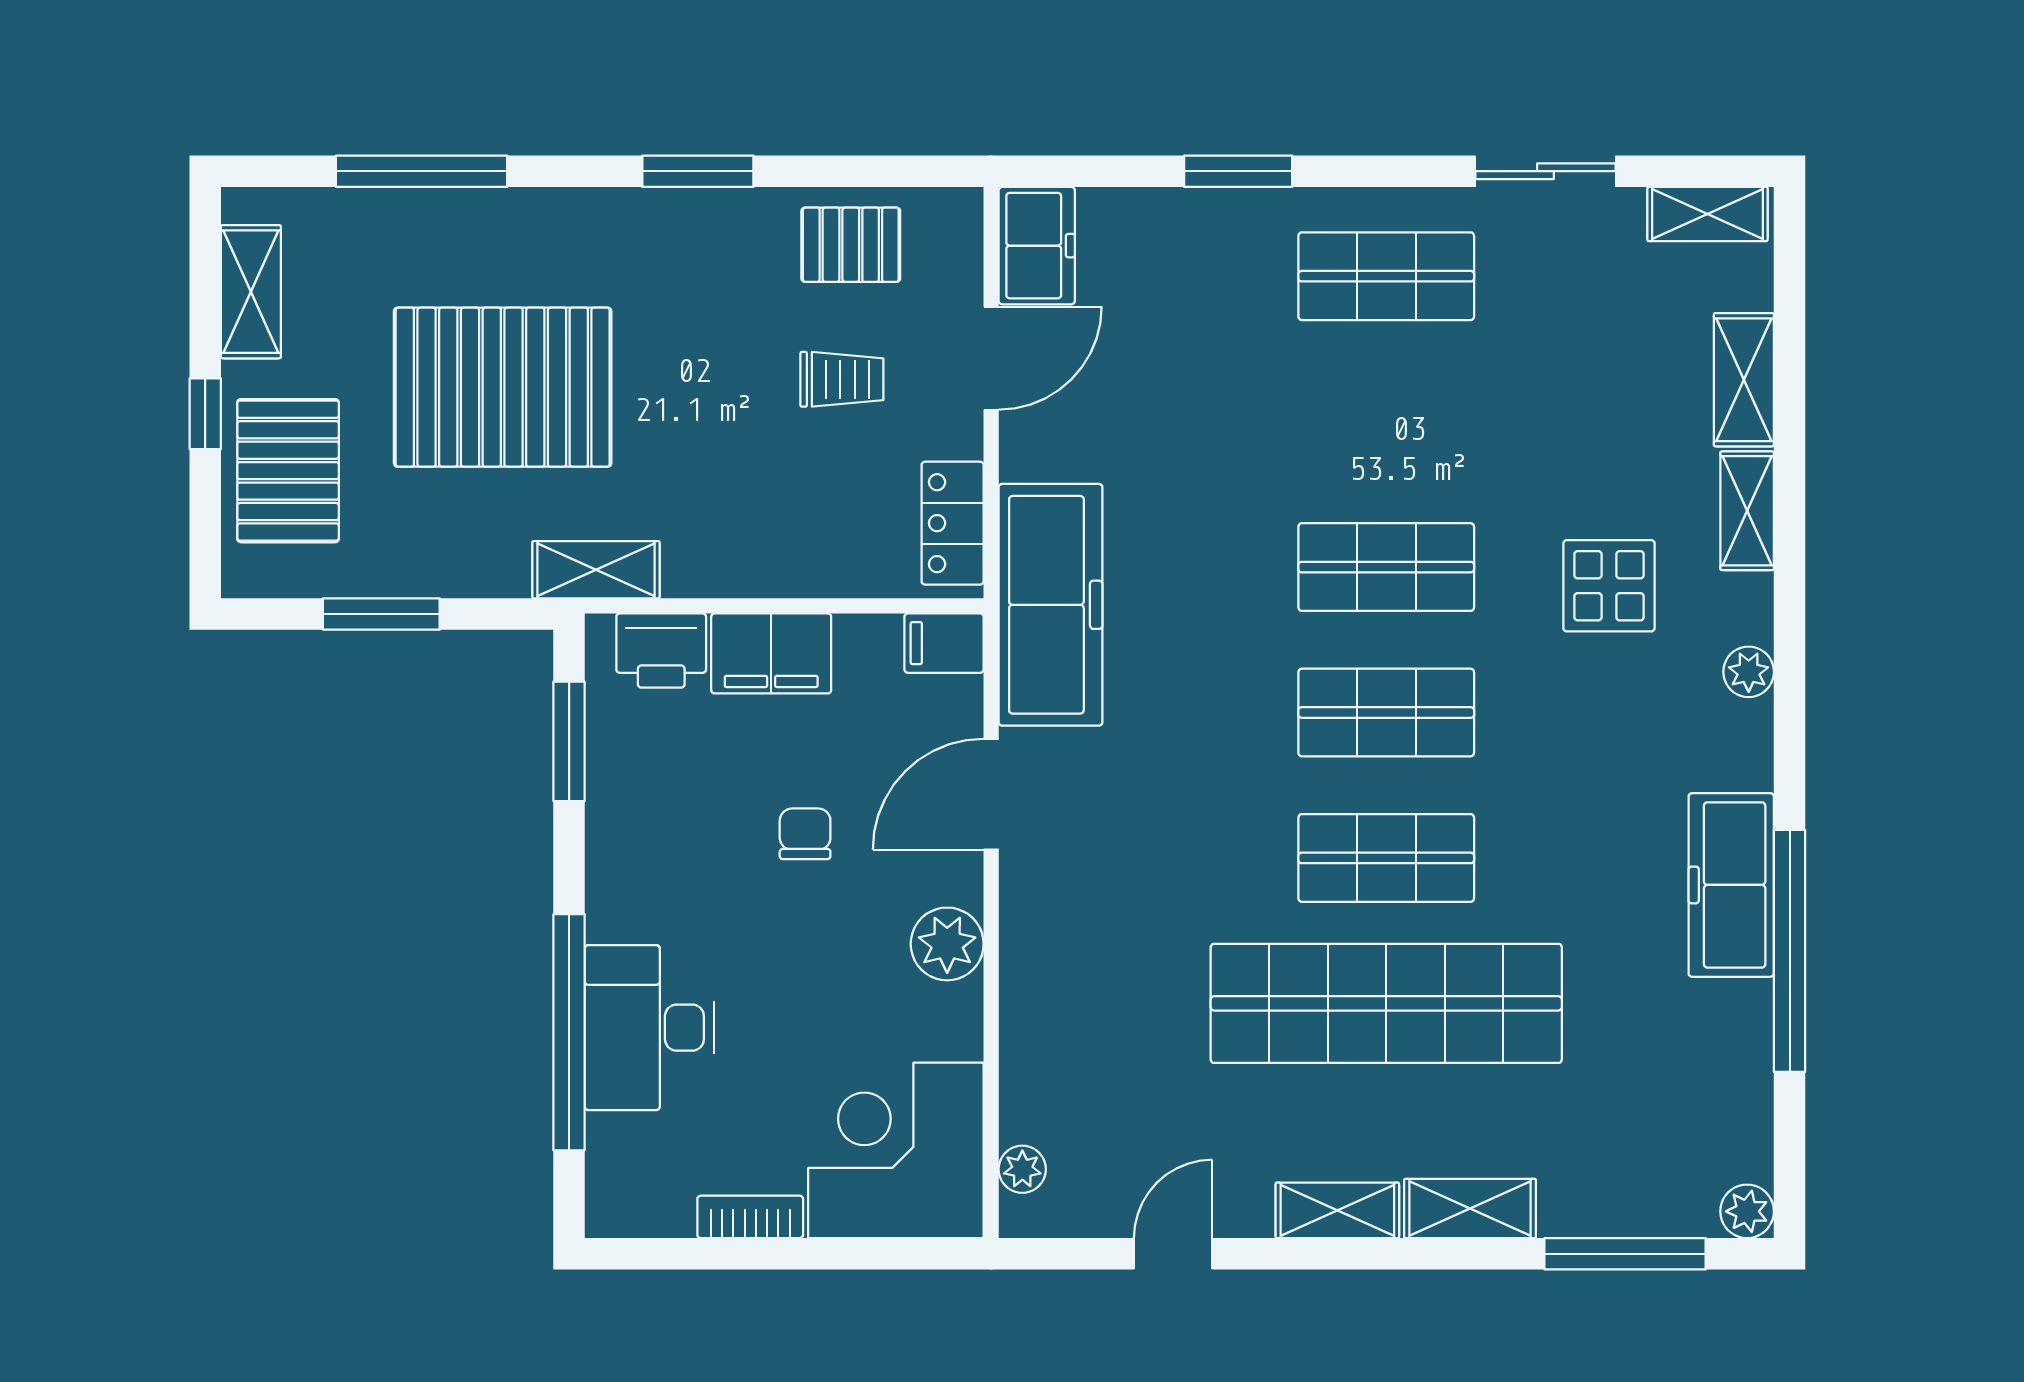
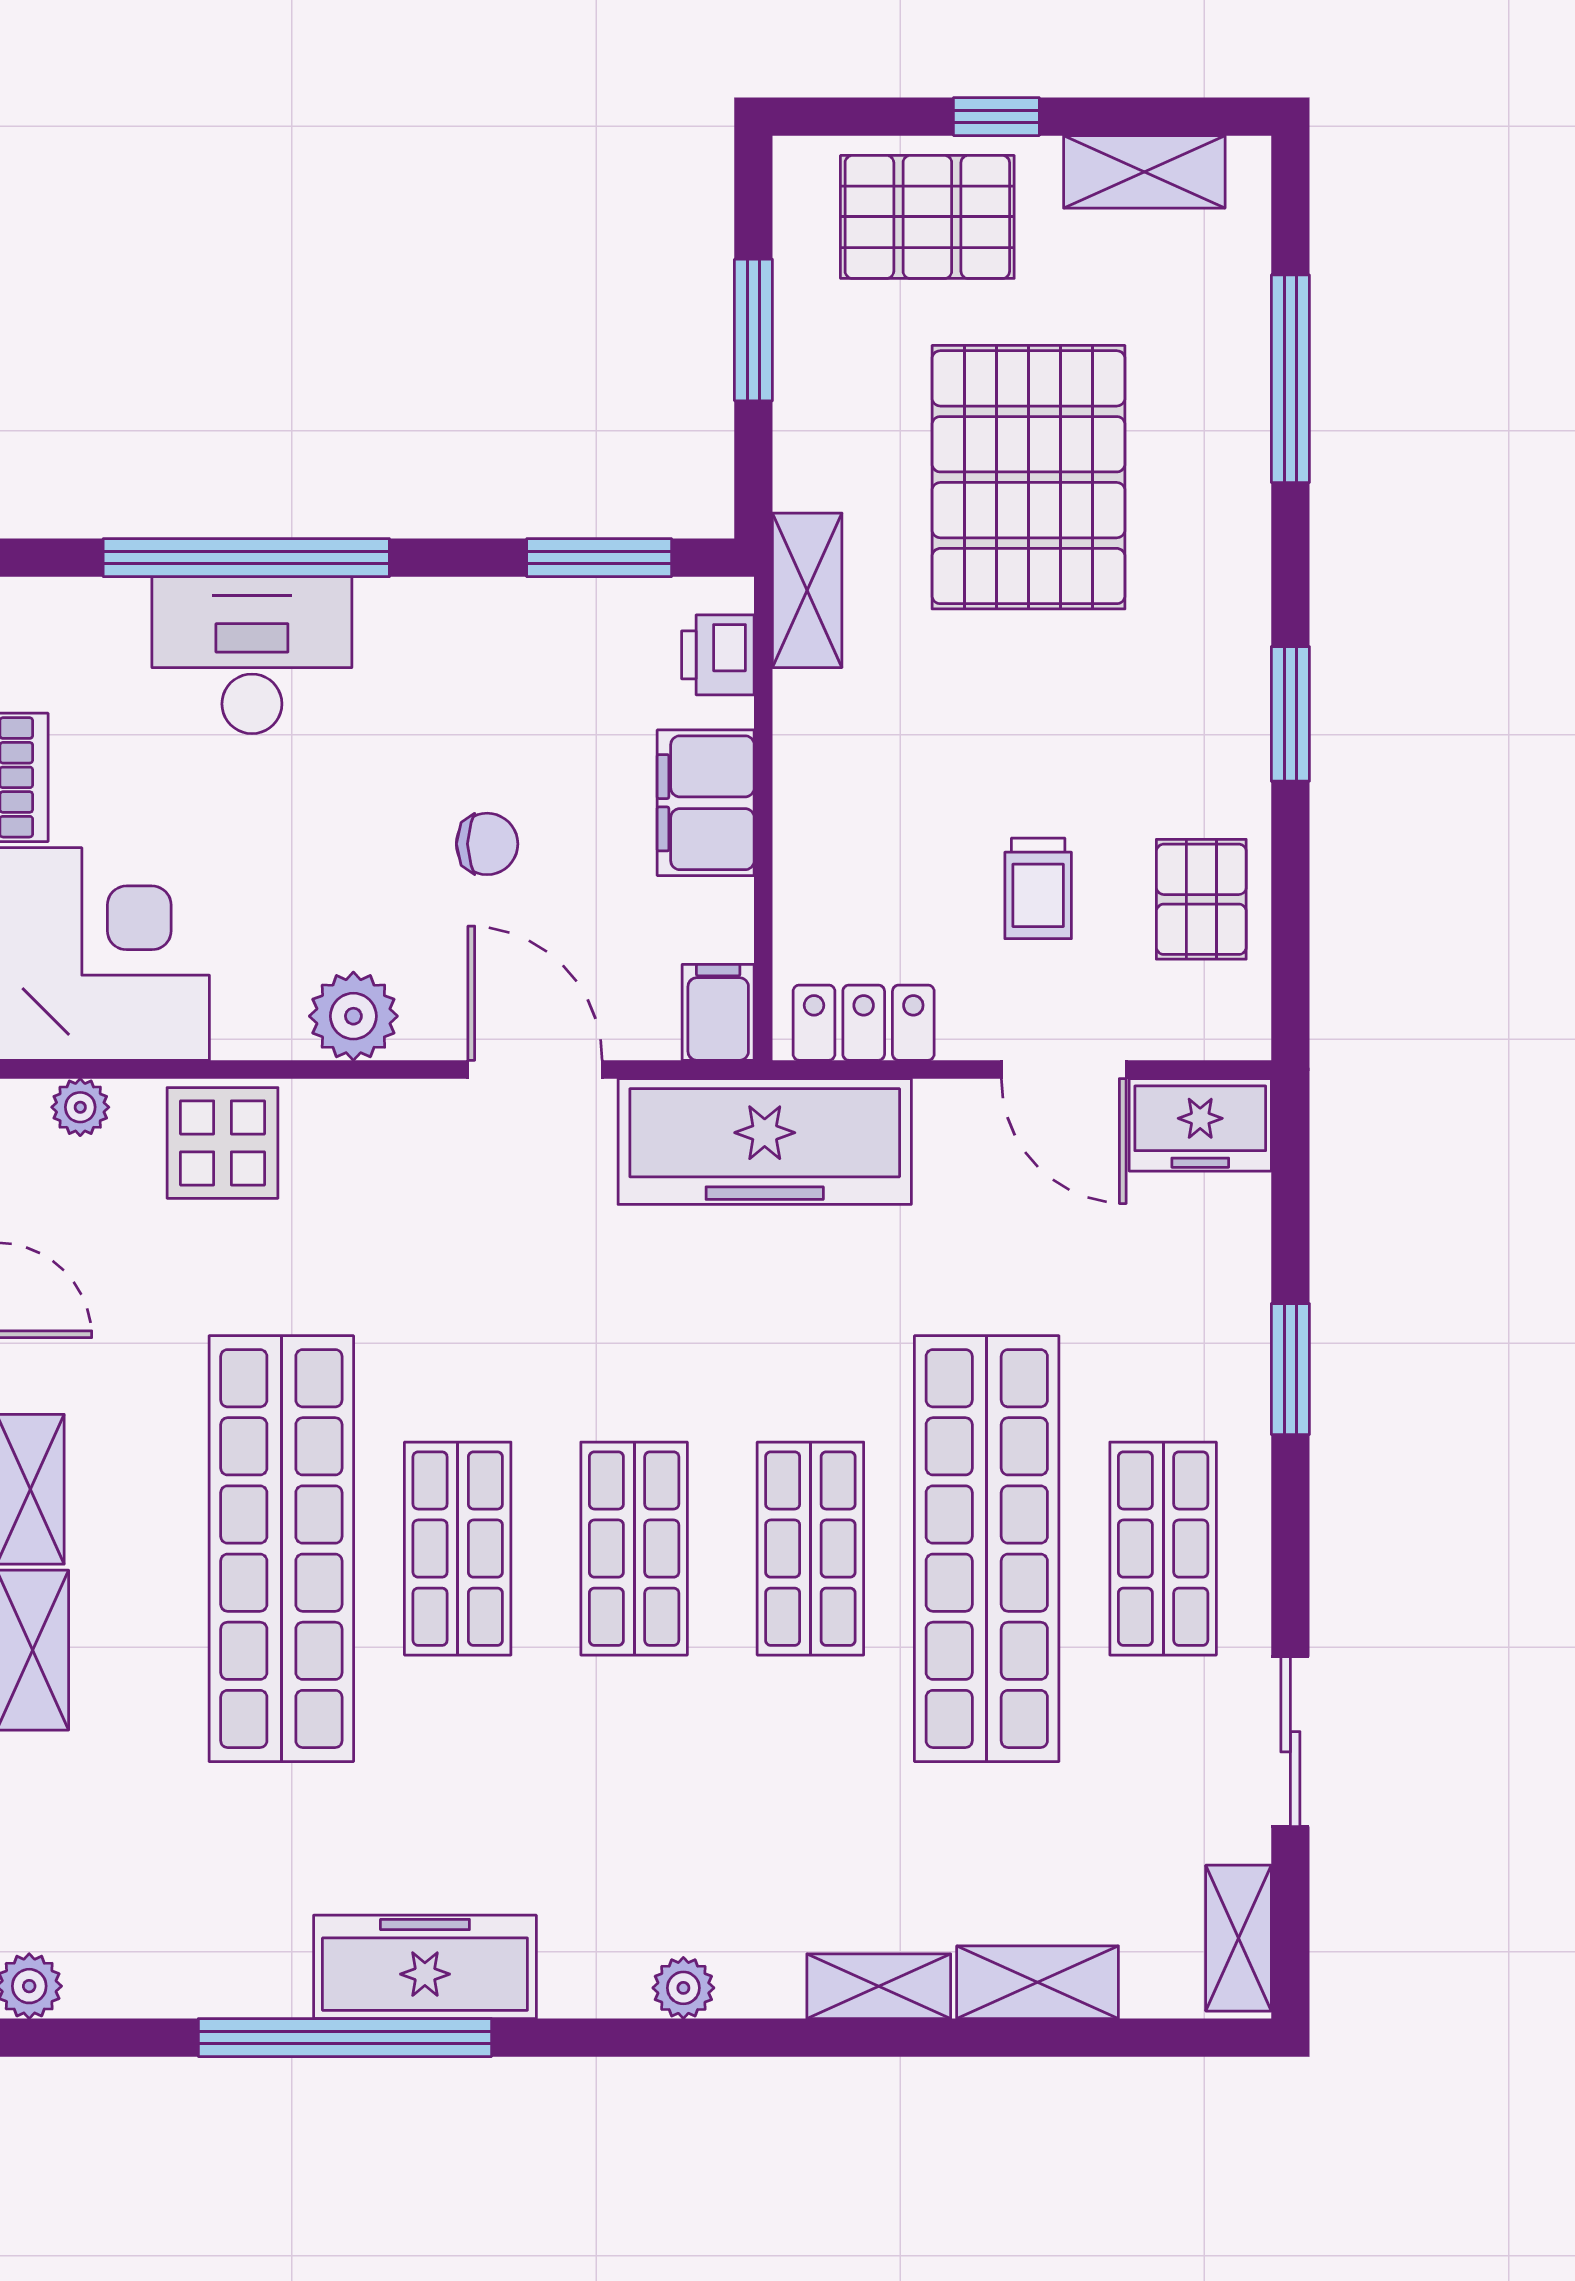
shop shelf: (1386, 422) -> (987, 1549), added
display table: (1609, 586) -> (222, 1143), moved
printer: (661, 651) -> (718, 655), width x0.73, depth x0.81

